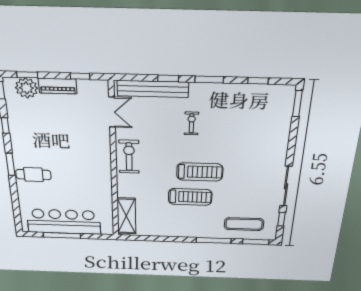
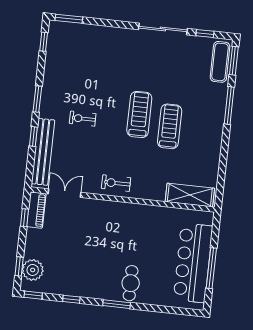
window: (258, 81) -> (44, 42), moved
piano: (58, 86) -> (36, 210), moved
exercise bike: (129, 157) -> (116, 183), width x0.73, depth x0.72
exercise mat: (244, 224) -> (220, 62), moved

